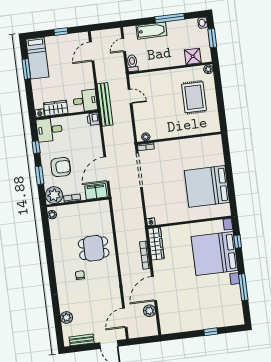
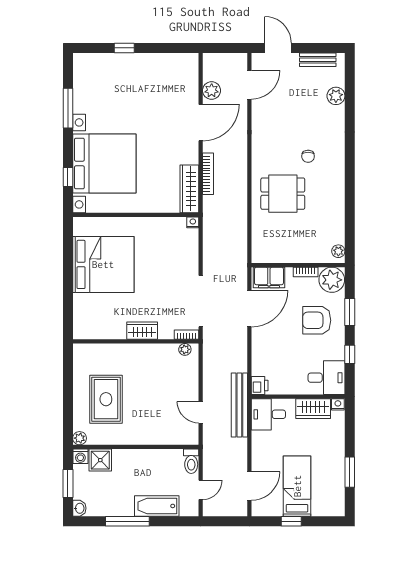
washing machine: (206, 57) -> (80, 456), added
bed: (37, 58) -> (297, 486), moved
wardrobe: (176, 146) -> (142, 331), added

